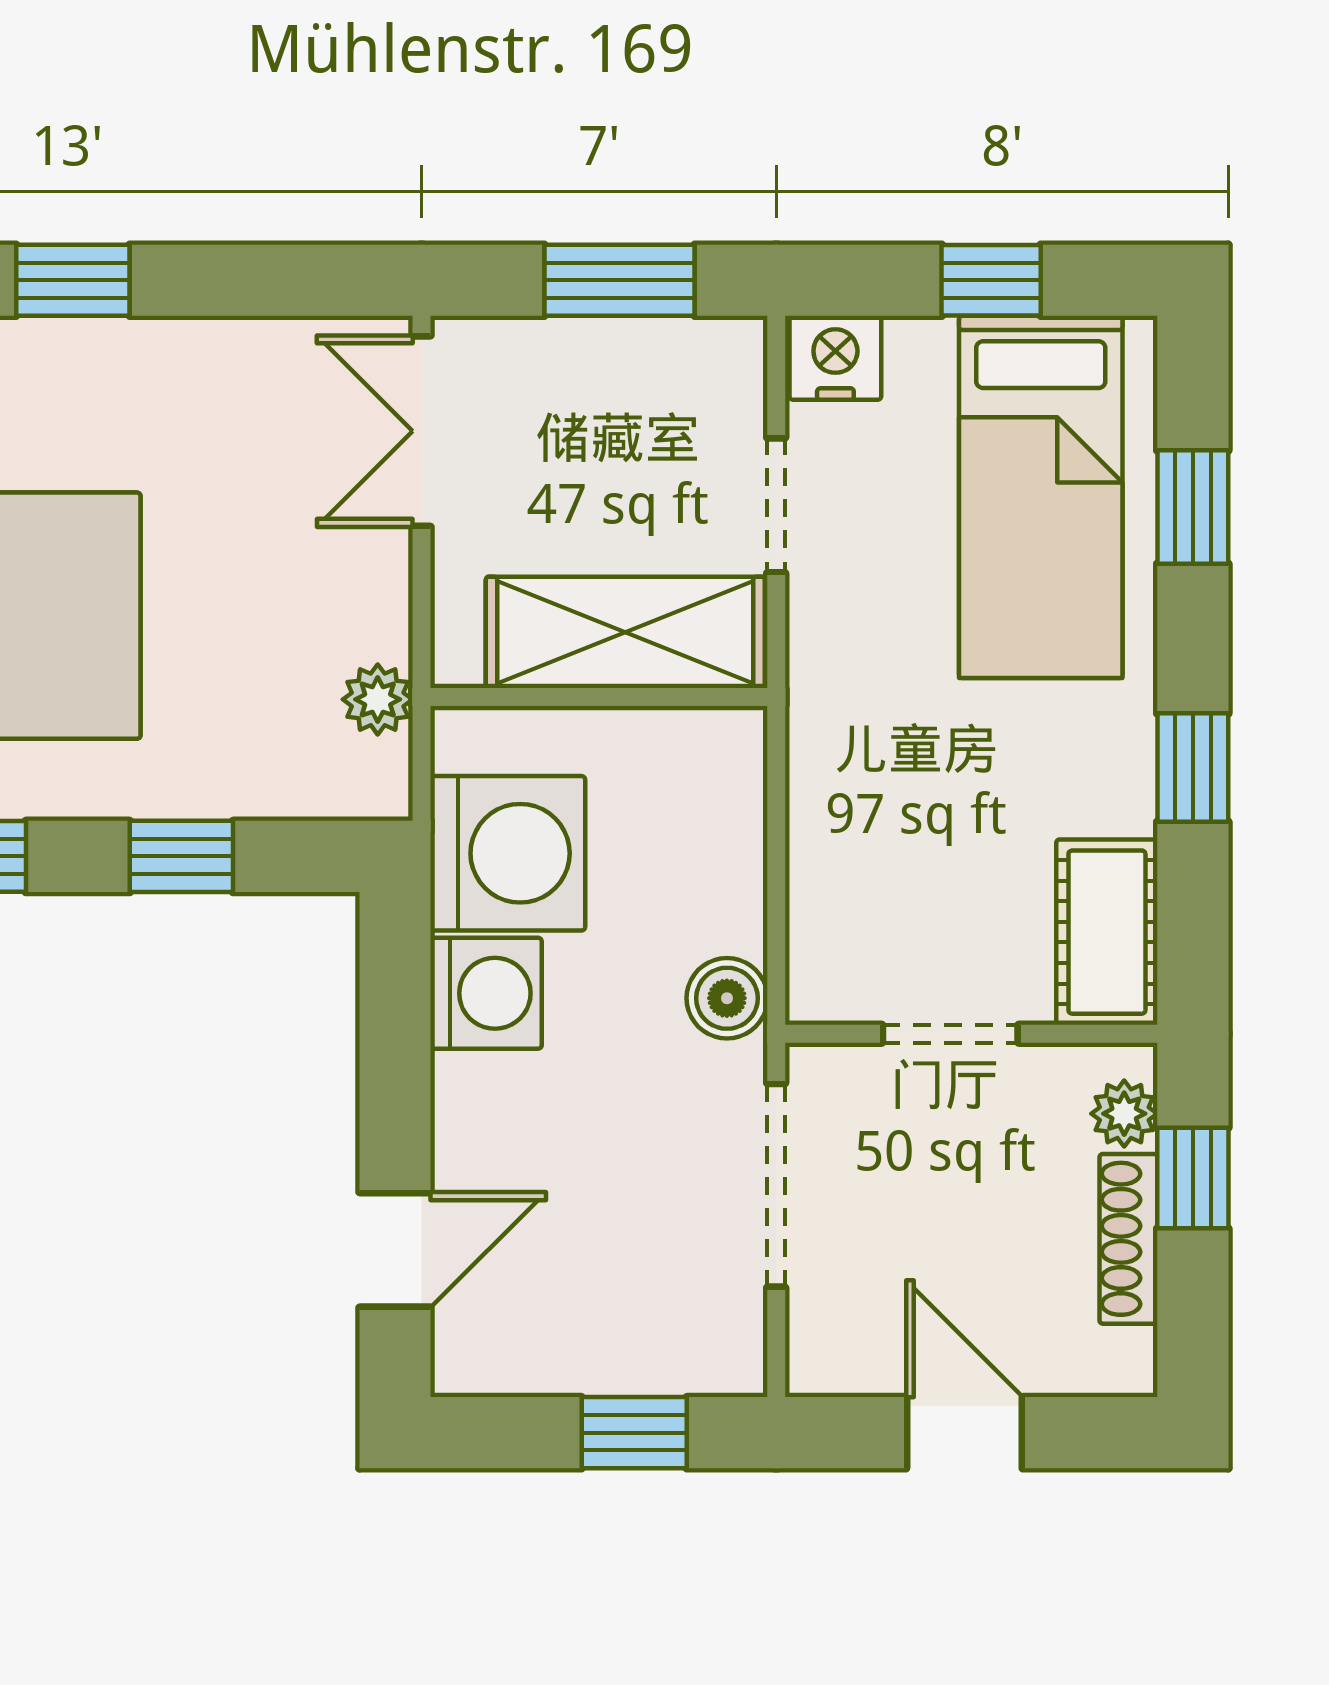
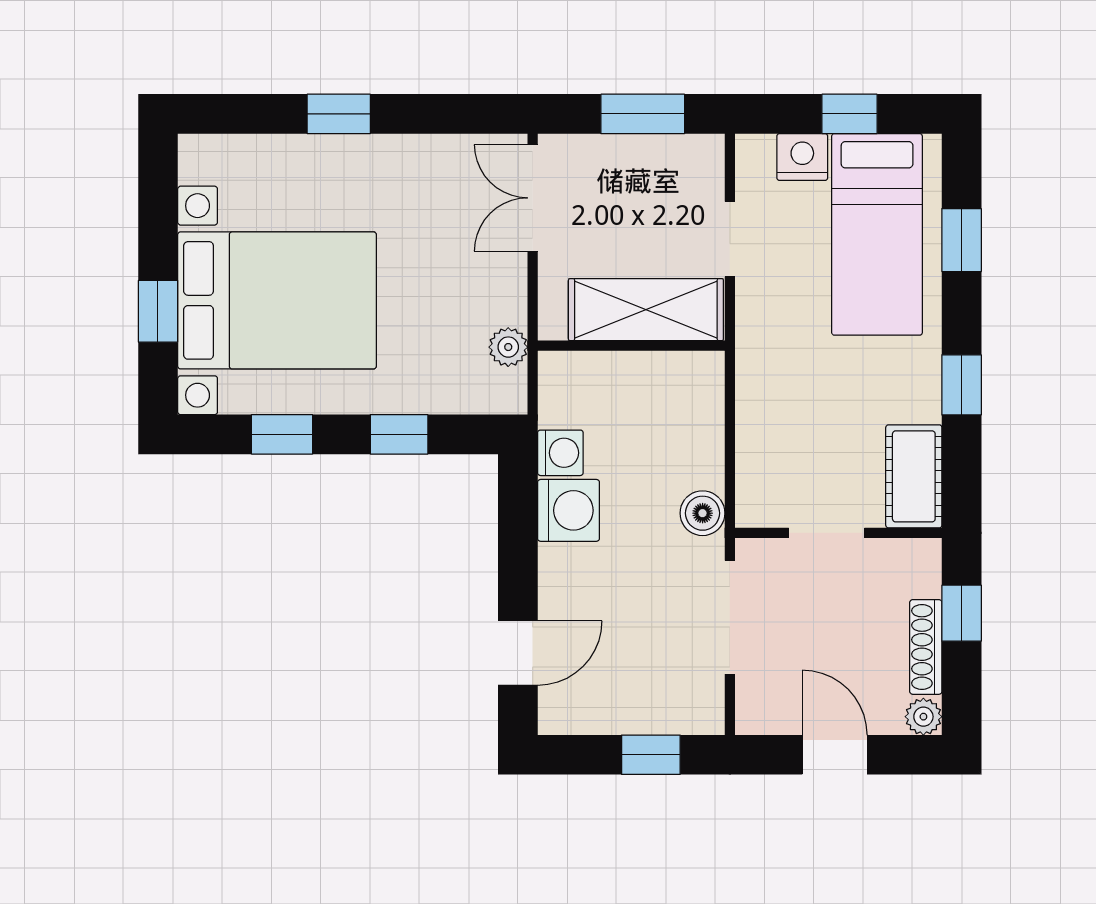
nightstand: (835, 358) -> (802, 157), moved
washing machine: (508, 853) -> (560, 453), width x0.53, depth x0.53
plant: (1124, 1114) -> (923, 717), moved

